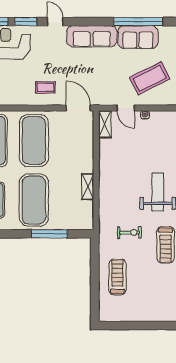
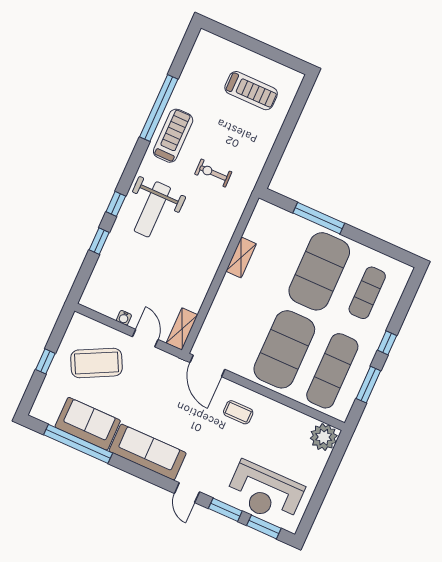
treadmill: (117, 277) -> (251, 91), moved, turned -90

